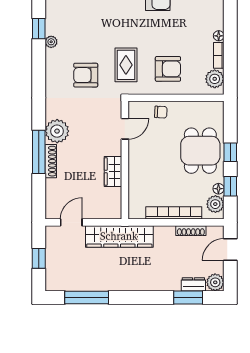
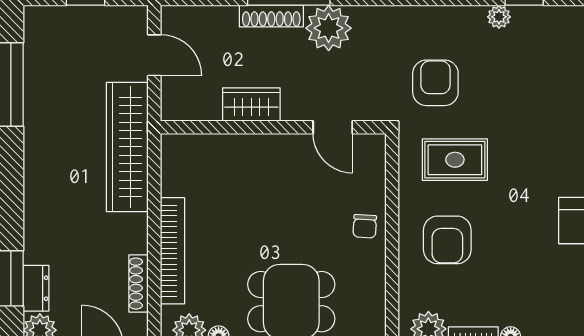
door: (125, 129) -> (333, 127), moved
wall: (125, 160) -> (273, 127), moved
wardrobe: (113, 172) -> (251, 104), moved

